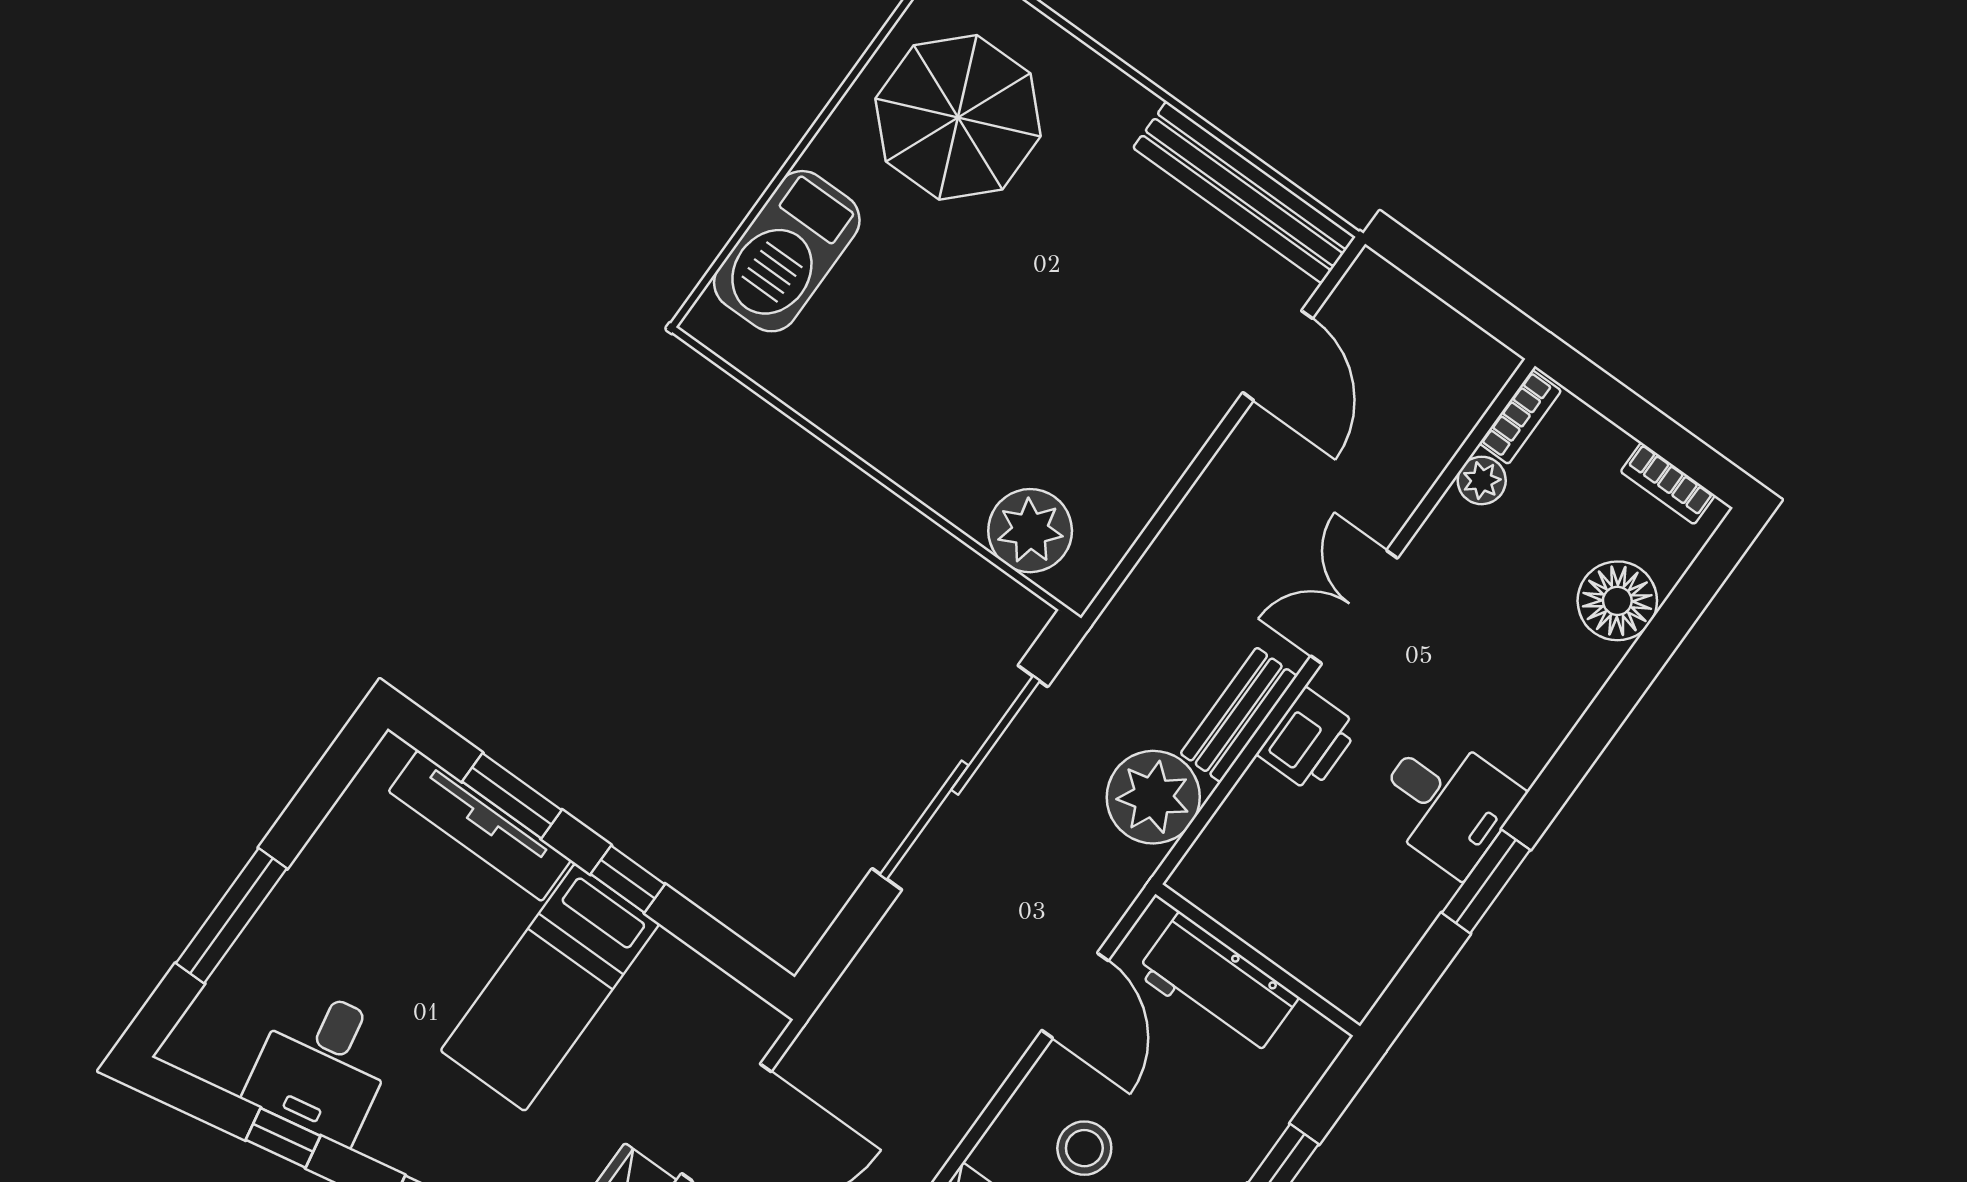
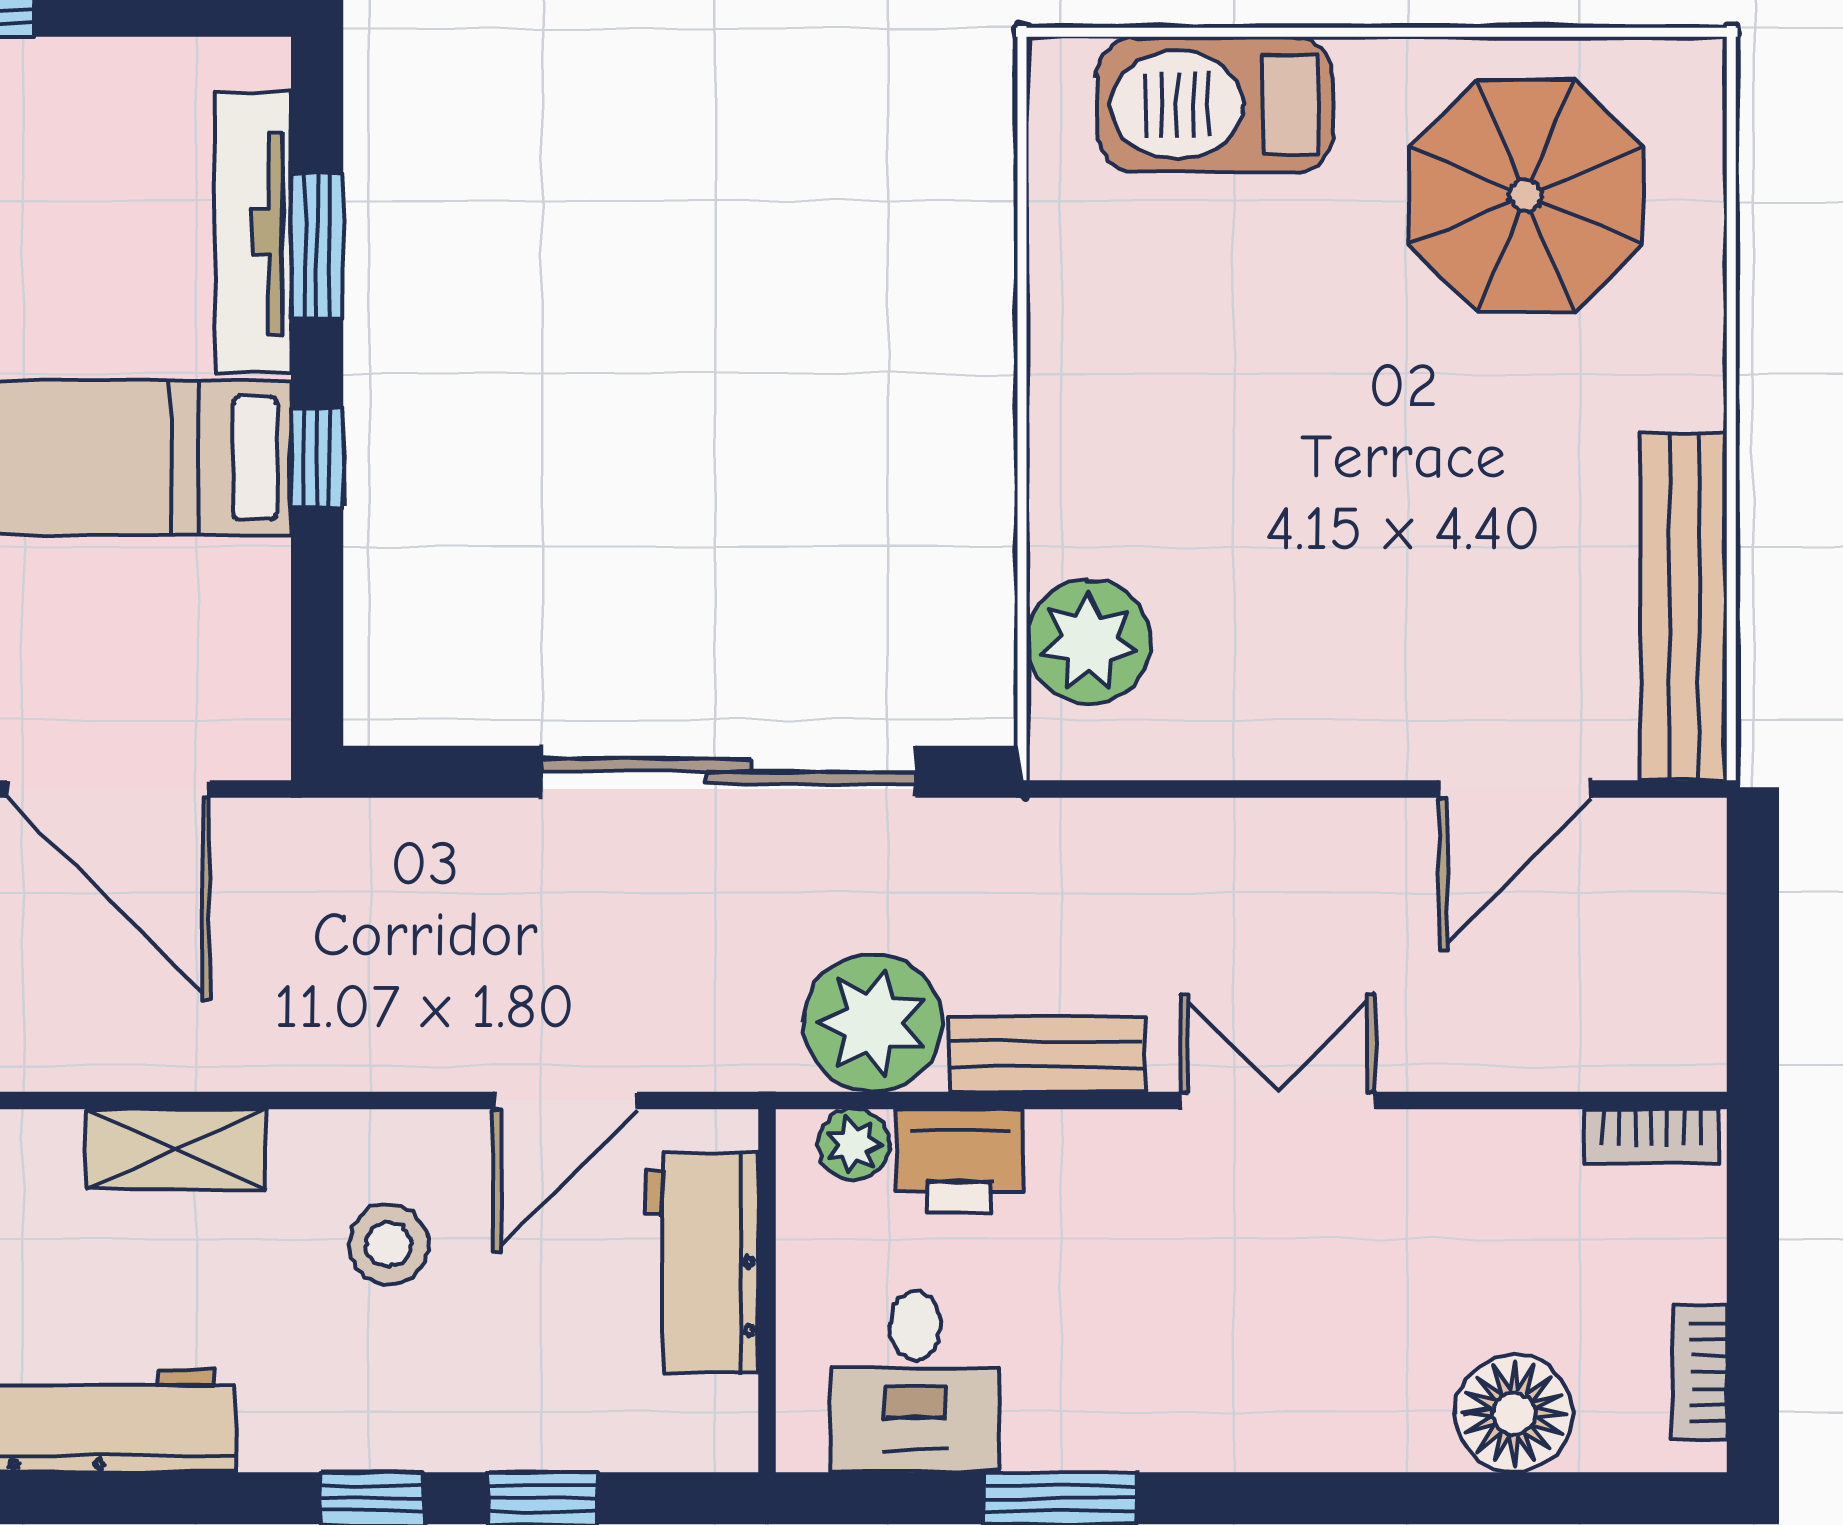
plant: (1482, 480) -> (854, 1145), moved
printer: (1309, 740) -> (959, 1161), moved
desk: (1446, 802) -> (915, 1382), moved

